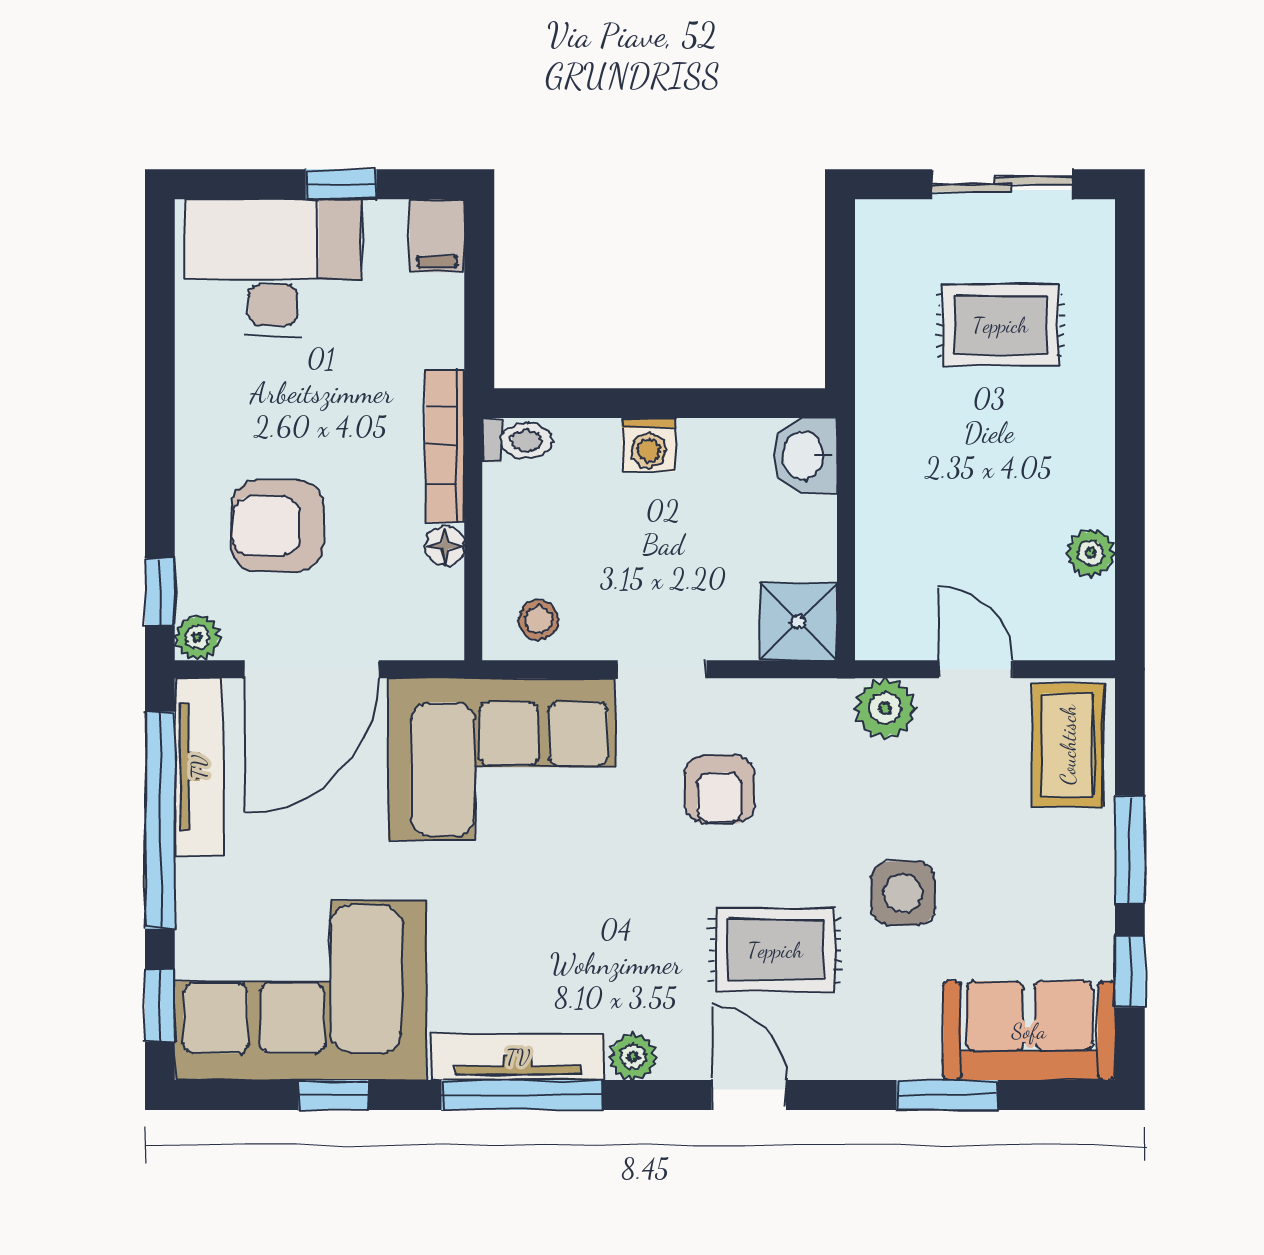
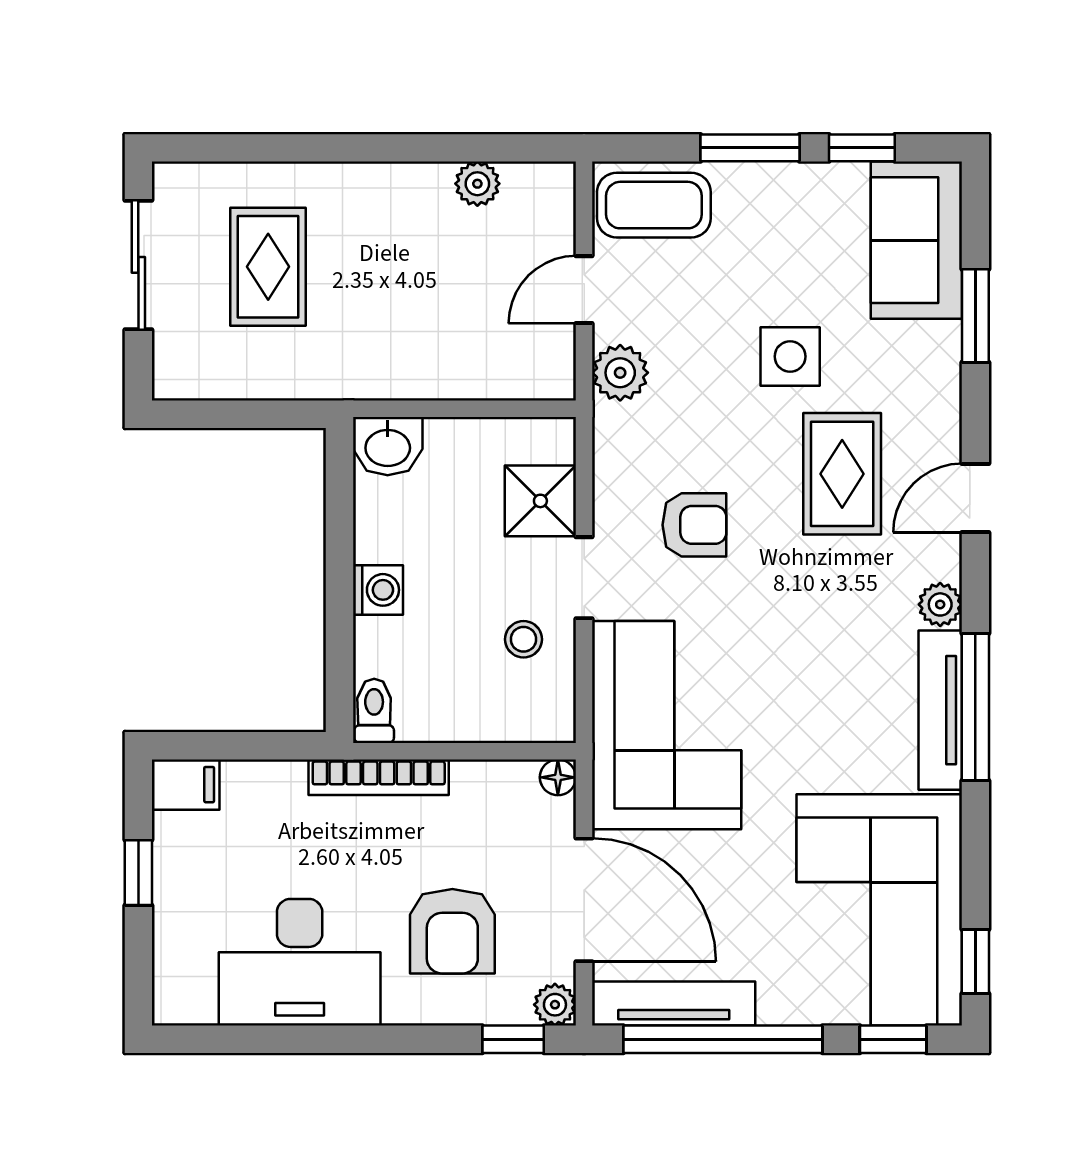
desk: (273, 268) -> (300, 962), moved, turned -90
floor lamp: (445, 546) -> (558, 777), moved
stool: (538, 620) -> (524, 639), moved
shower: (798, 622) -> (540, 501), moved
window: (333, 1095) -> (975, 961), moved

